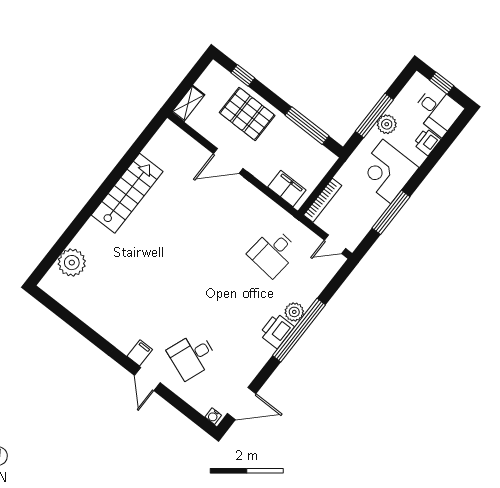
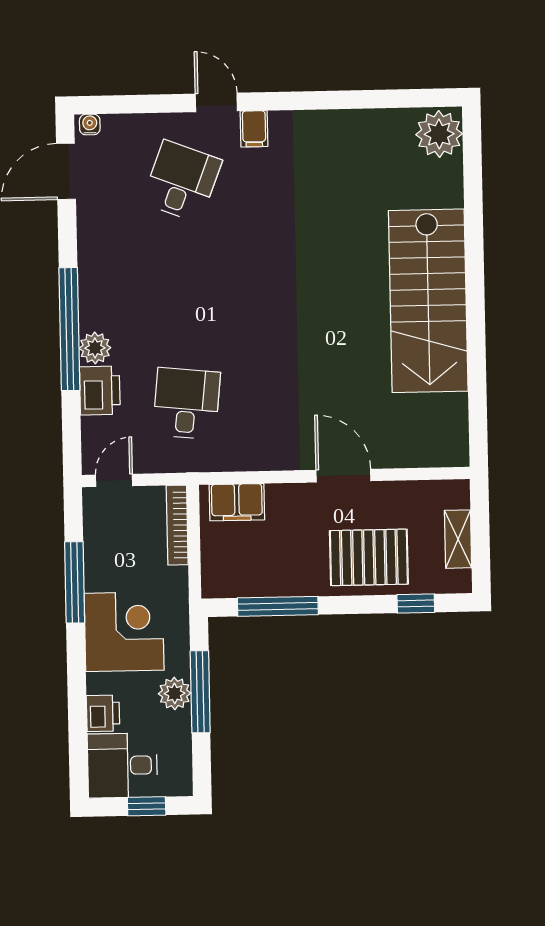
shelving: (188, 103) -> (458, 539), moved
door: (228, 161) -> (343, 476), hinge flipped
stairs: (127, 193) -> (428, 301), width x1.36, depth x1.51
plant: (72, 263) -> (439, 134), moved
printer: (277, 331) -> (100, 390), moved

